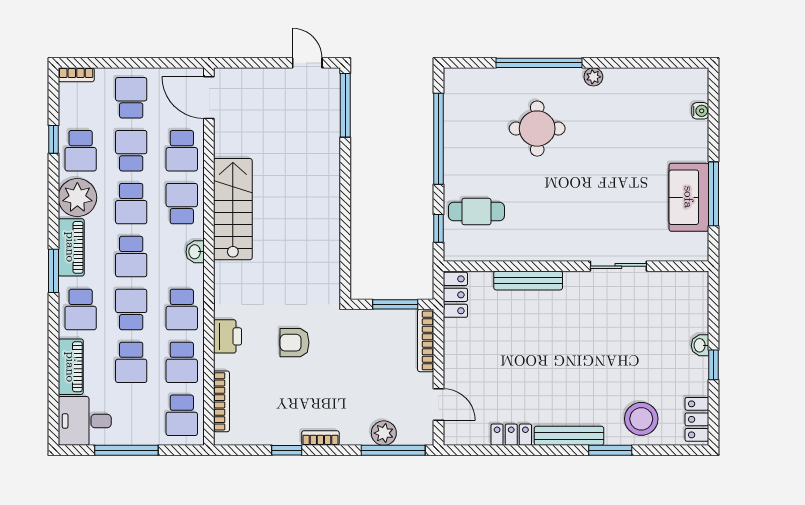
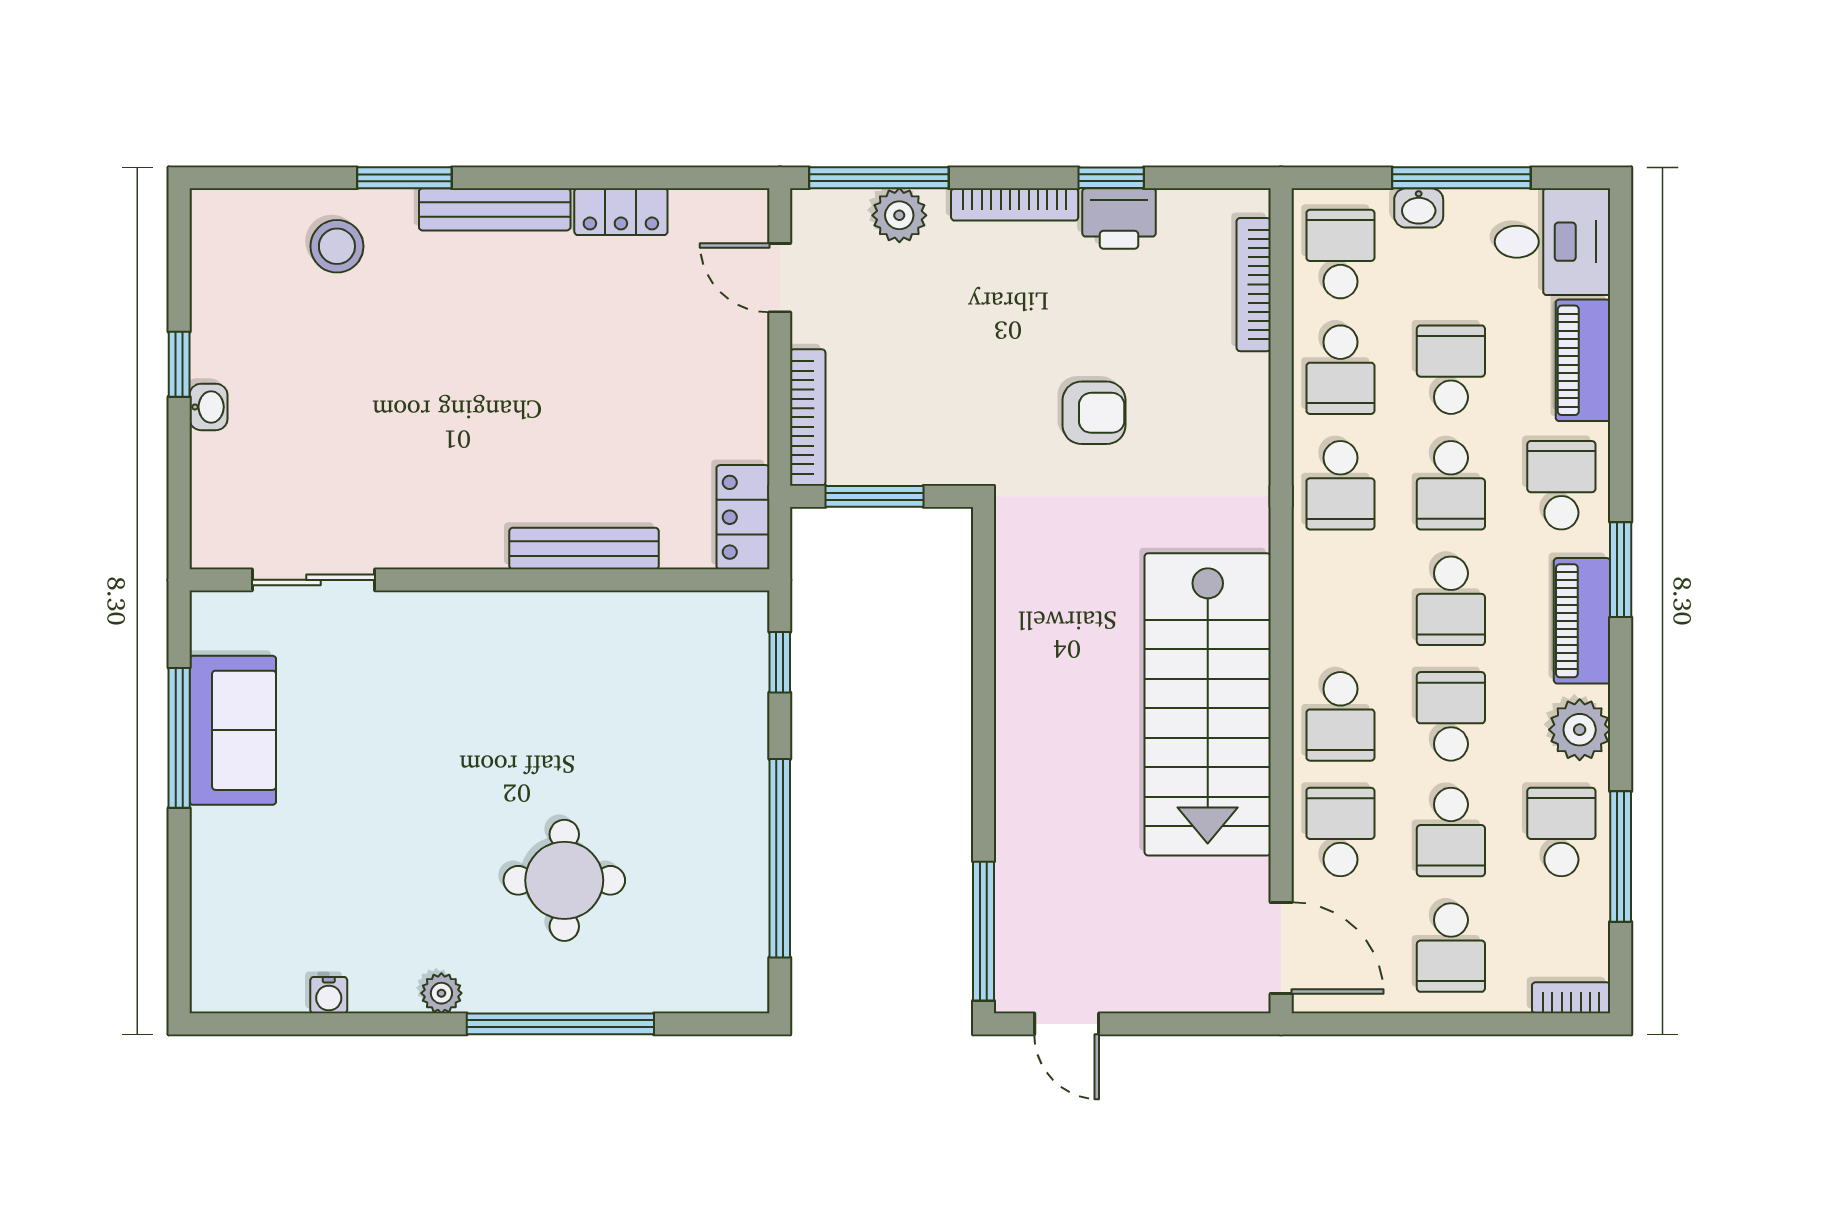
water cooler: (700, 111) -> (329, 995), moved, turned -90
window: (53, 139) -> (1621, 857), width x2.17
plant: (77, 198) -> (1580, 730), width x0.73, depth x0.73
stairs: (233, 209) -> (1208, 704), width x1.36, depth x1.51
cafe table: (476, 211) -> (697, 699), removed
washbasin: (195, 252) -> (1419, 208), moved, turned 90
school desk: (131, 257) -> (1451, 601), turned 180
sliding door: (618, 266) -> (314, 580), moved
school desk: (182, 309) -> (1340, 485), turned 180
printer: (228, 336) -> (1119, 219), moved, turned -90
school desk: (182, 362) -> (1340, 370), turned 180
stool: (641, 419) -> (337, 246), width x0.73, depth x0.73
locker: (697, 419) -> (215, 245), removed
bookcase: (320, 438) -> (1015, 204), width x1.56

